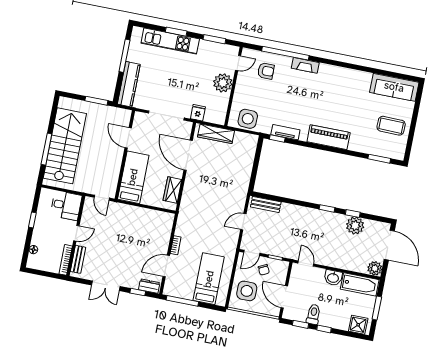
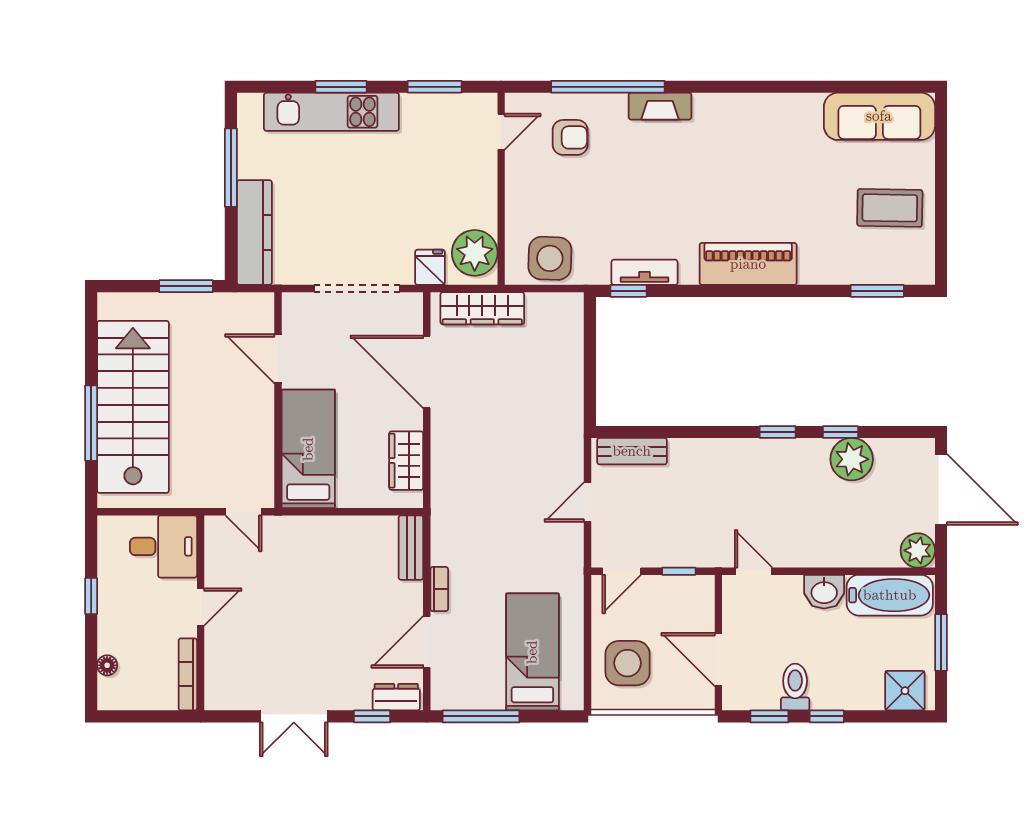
plant: (223, 83) -> (475, 253), moved
bench: (78, 259) -> (411, 548), moved
chair: (264, 270) -> (658, 606), removed

